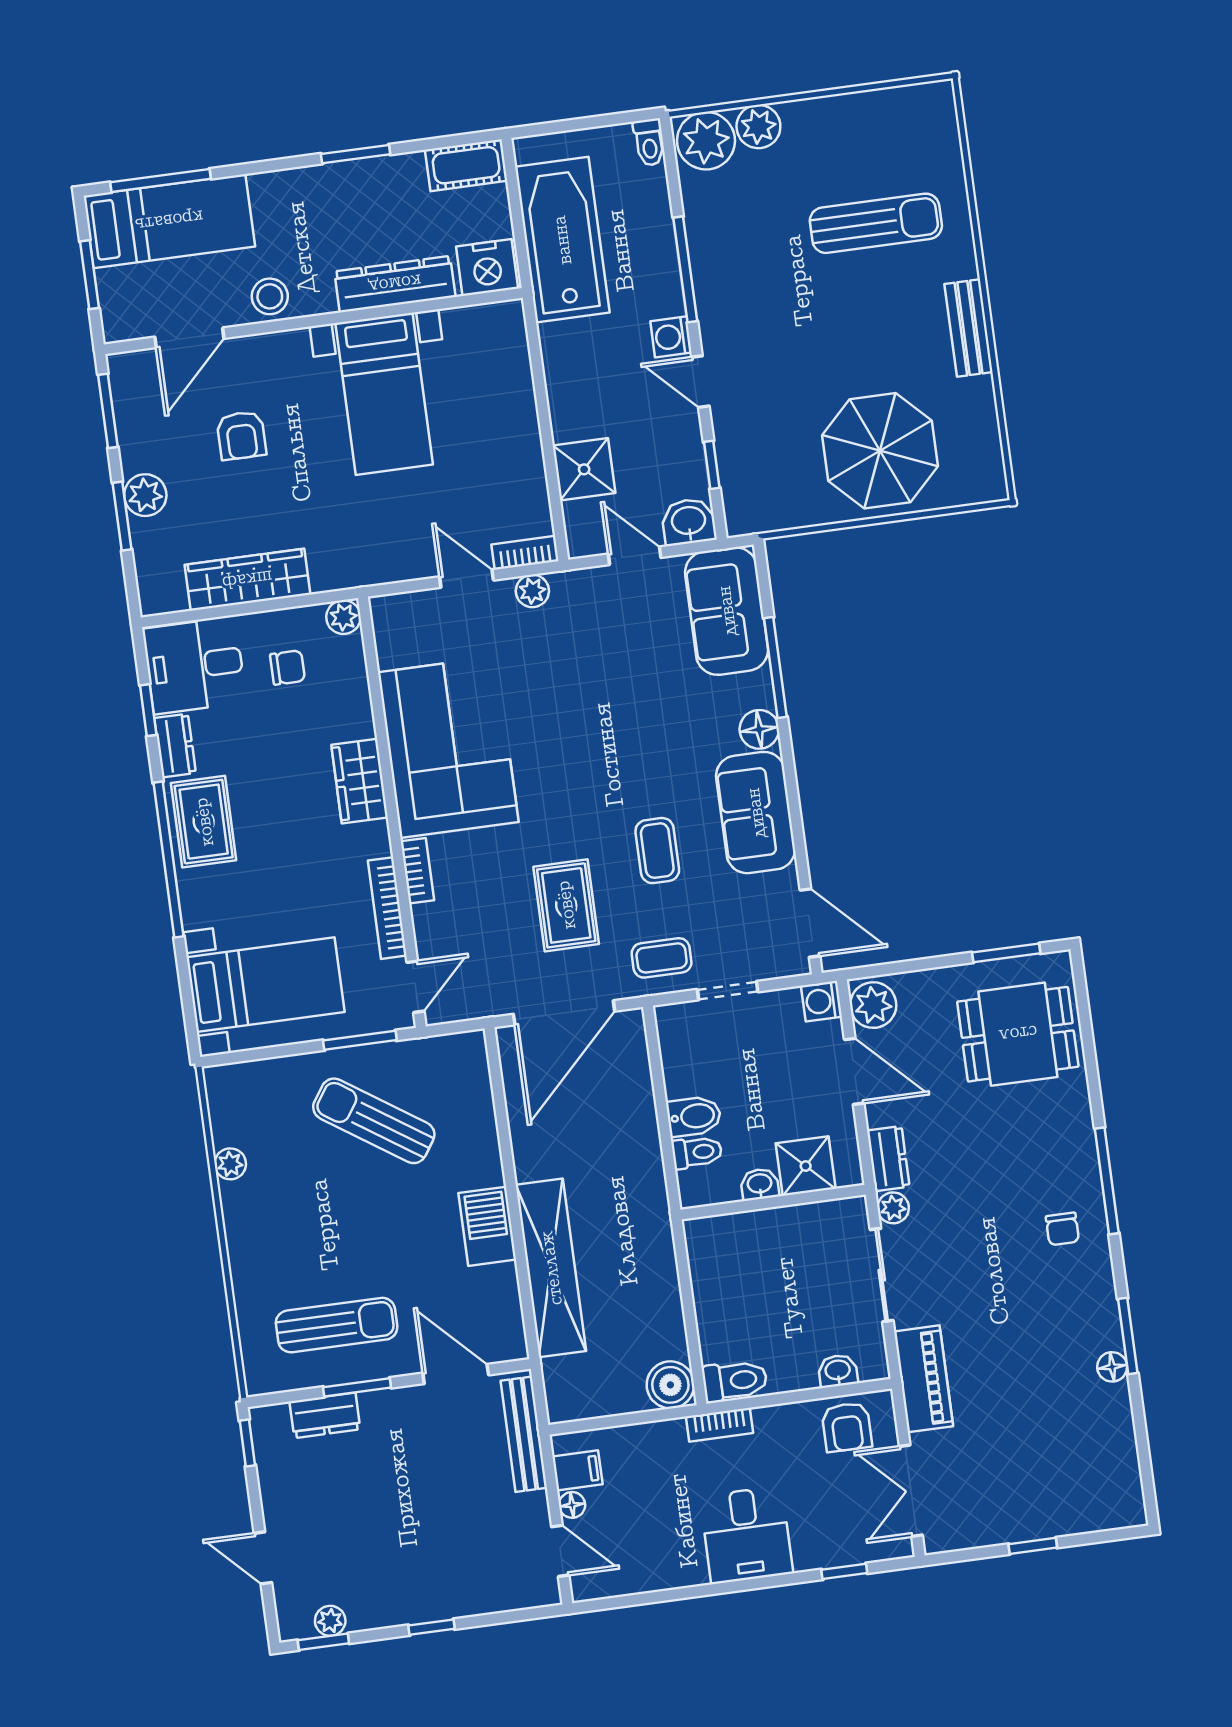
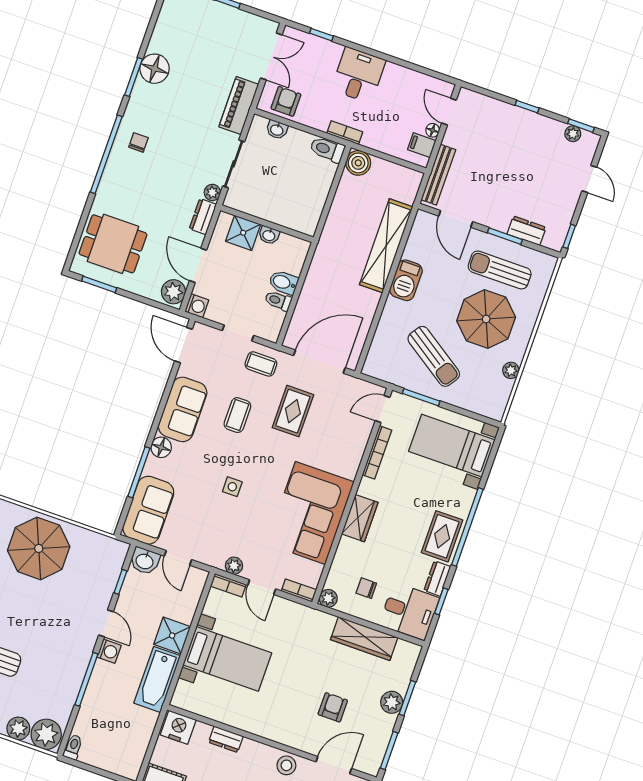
bathtub: (562, 240) -> (157, 679), moved, width x0.73, depth x0.73
dresser: (395, 284) -> (226, 739), width x0.51, depth x0.80
bed with nightstands: (384, 394) -> (227, 659), moved, turned 90
shower: (584, 469) -> (172, 636), moved
side table: (604, 724) -> (232, 487), added
bookcase: (417, 871) -> (299, 590), moved, turned 90
toilet: (697, 1152) -> (278, 301), moved
window: (1107, 1181) -> (106, 154), width x1.46
parasol: (317, 1230) -> (486, 319), added
floor lamp: (1112, 1367) -> (155, 69), width x1.89, depth x1.89

